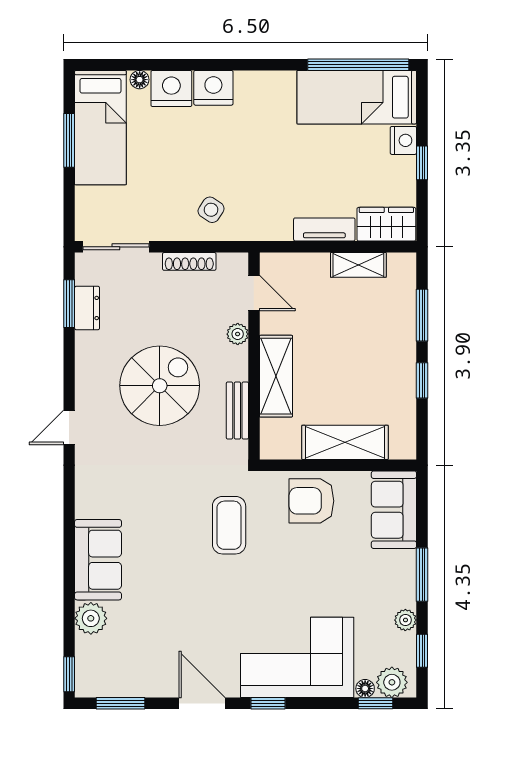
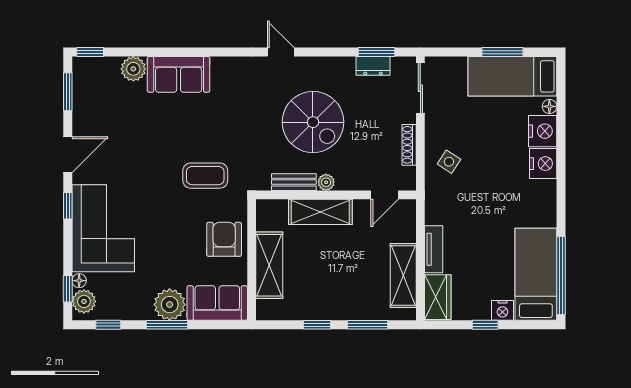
shelving: (358, 265) -> (403, 275), width x1.50, depth x1.33
plant: (238, 334) -> (326, 182), moved
plant: (405, 620) -> (170, 305), moved, width x1.88, depth x1.88

